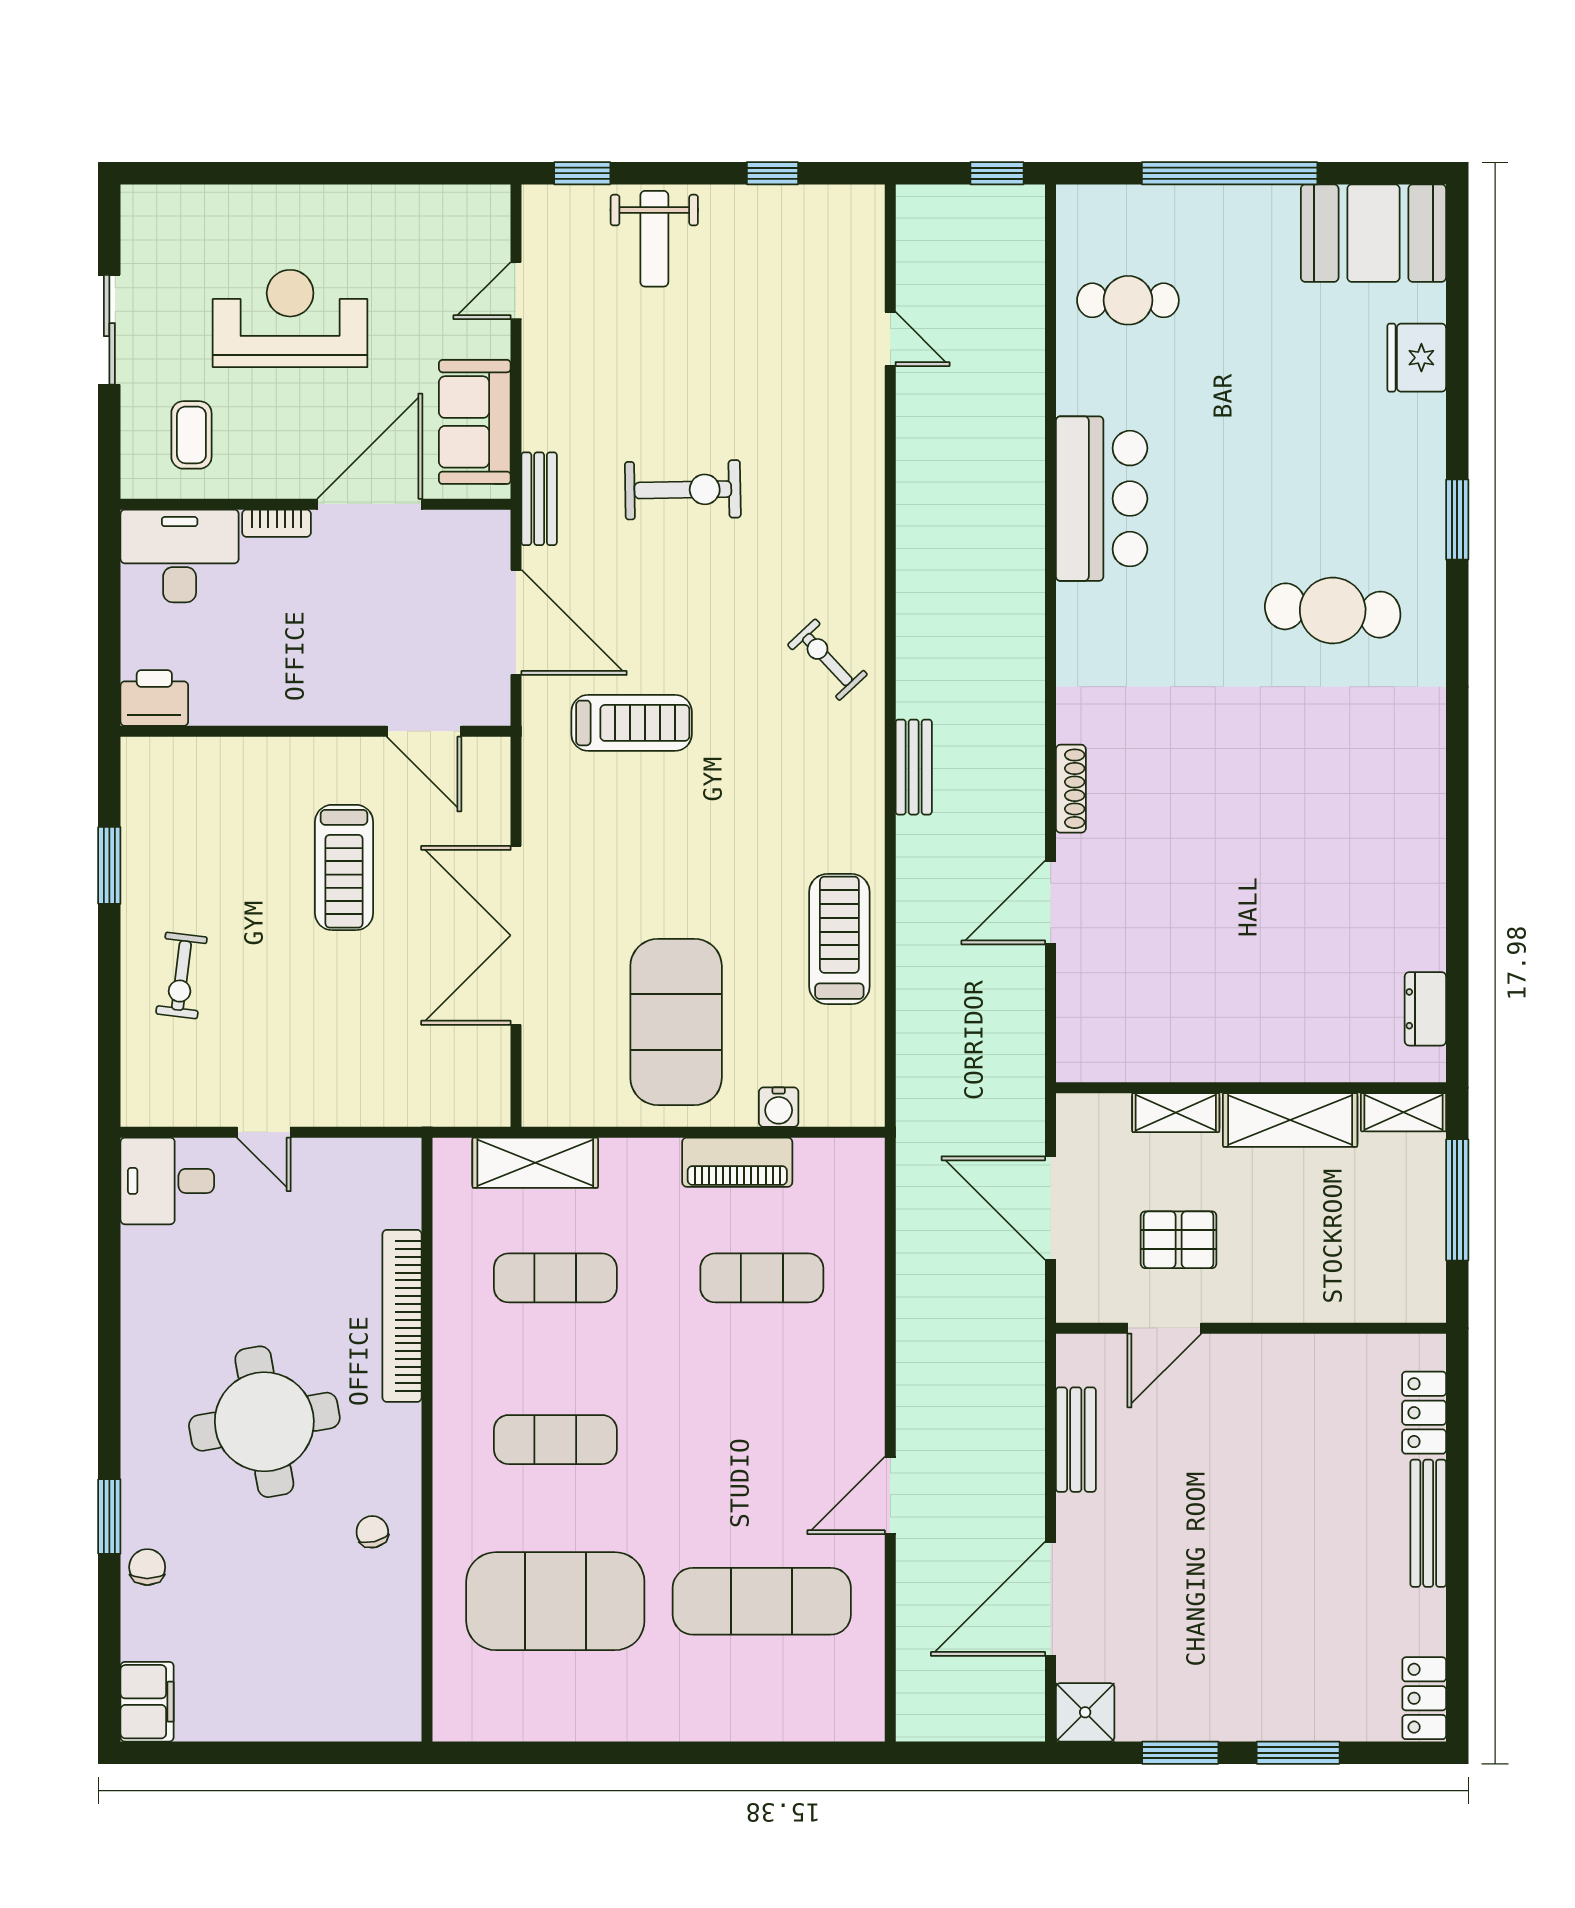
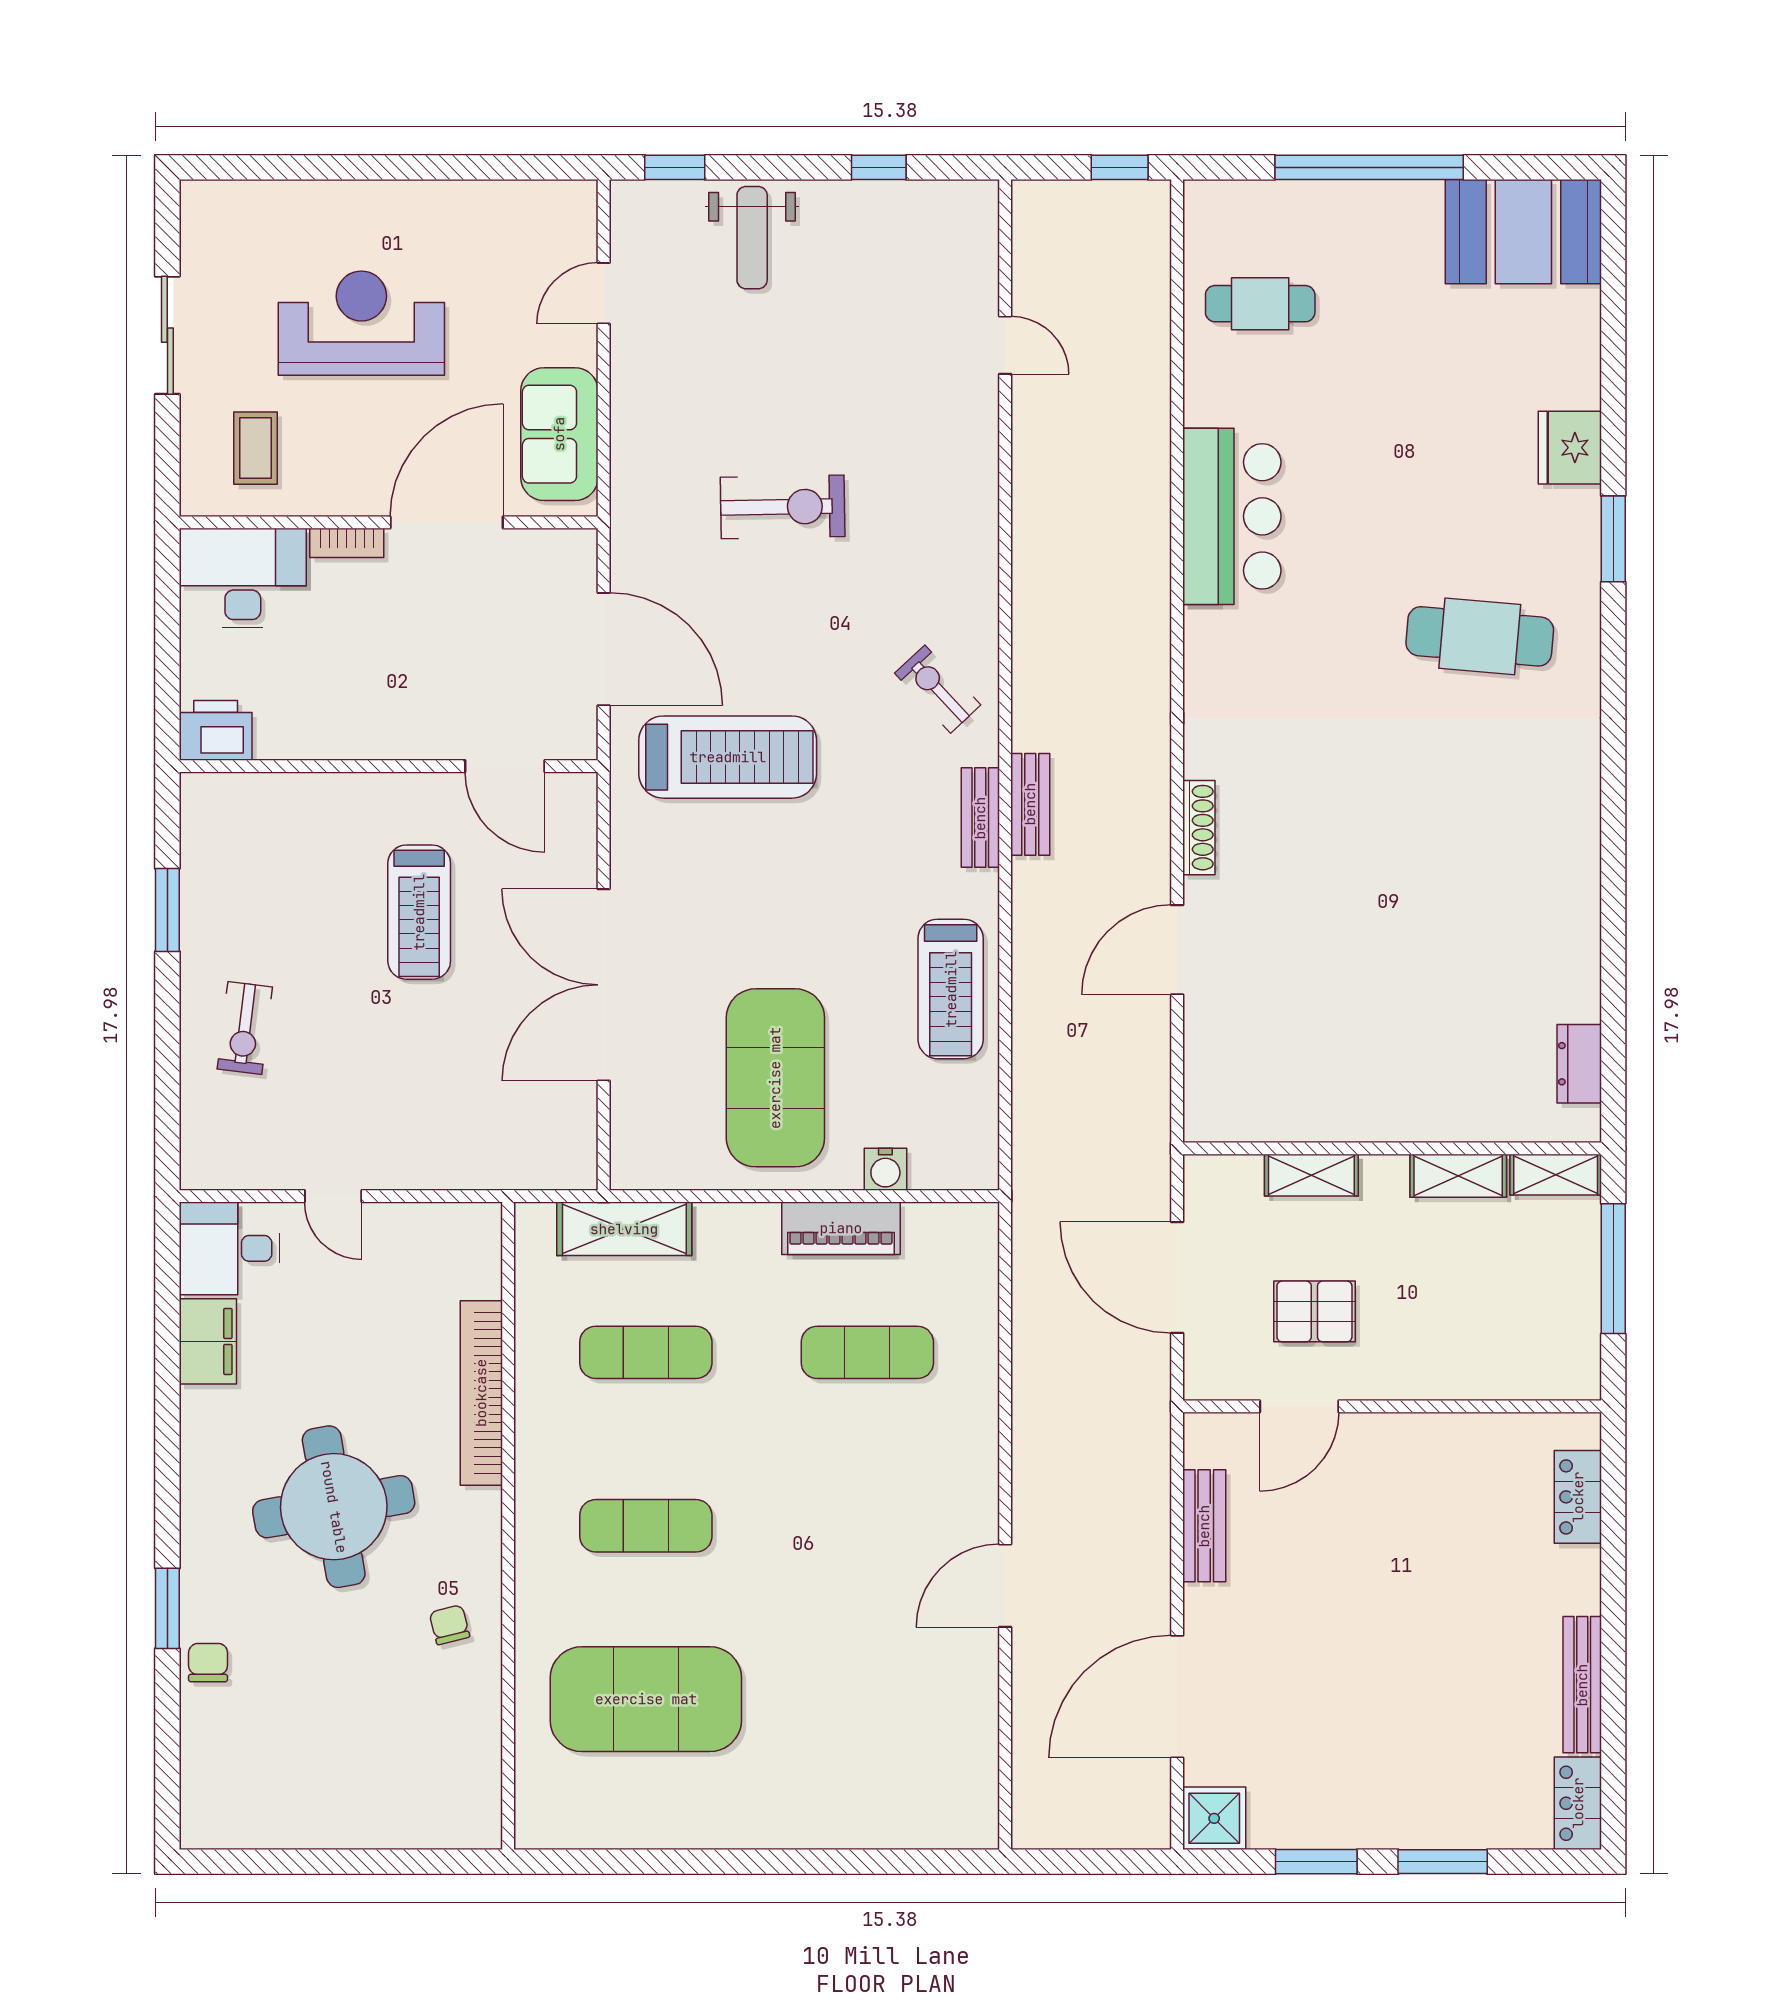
fridge: (1417, 358) -> (1570, 448), moved
bench: (539, 499) -> (980, 818), moved
treadmill: (632, 723) -> (728, 757), width x1.37, depth x1.38
treadmill: (839, 939) -> (951, 989), turned 180
shelving: (1290, 1120) -> (1458, 1176), width x0.67, depth x0.75
bench: (1428, 1523) -> (1582, 1685), moved
exercise mat: (762, 1601) -> (867, 1699), removed
filing cabinet: (147, 1702) -> (208, 1341), moved

